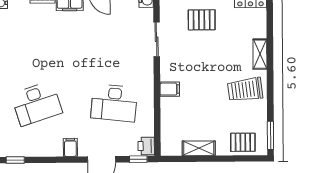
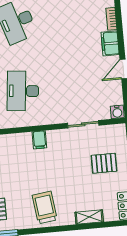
pallet: (202, 20) -> (104, 163), turned 90
shelving: (260, 54) -> (89, 217), moved

